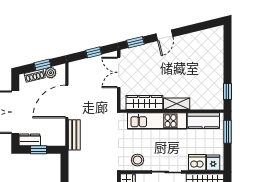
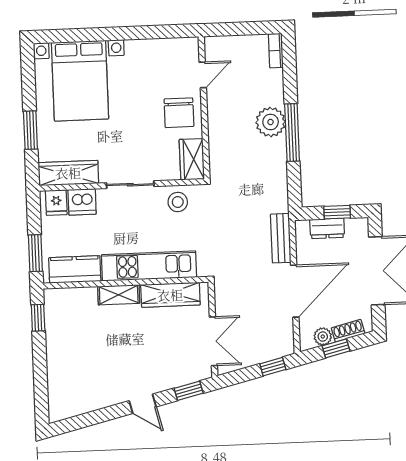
door: (164, 35) -> (143, 404), swing flipped
window: (94, 52) -> (273, 367), moved
dresser: (30, 140) -> (327, 228), moved

